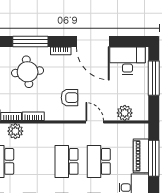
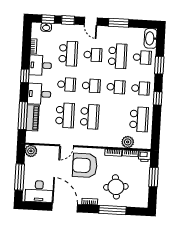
armchair: (70, 98) -> (85, 165), width x1.88, depth x1.88
plant: (125, 113) -> (31, 151), moved
door: (95, 122) -> (67, 146), hinge flipped

